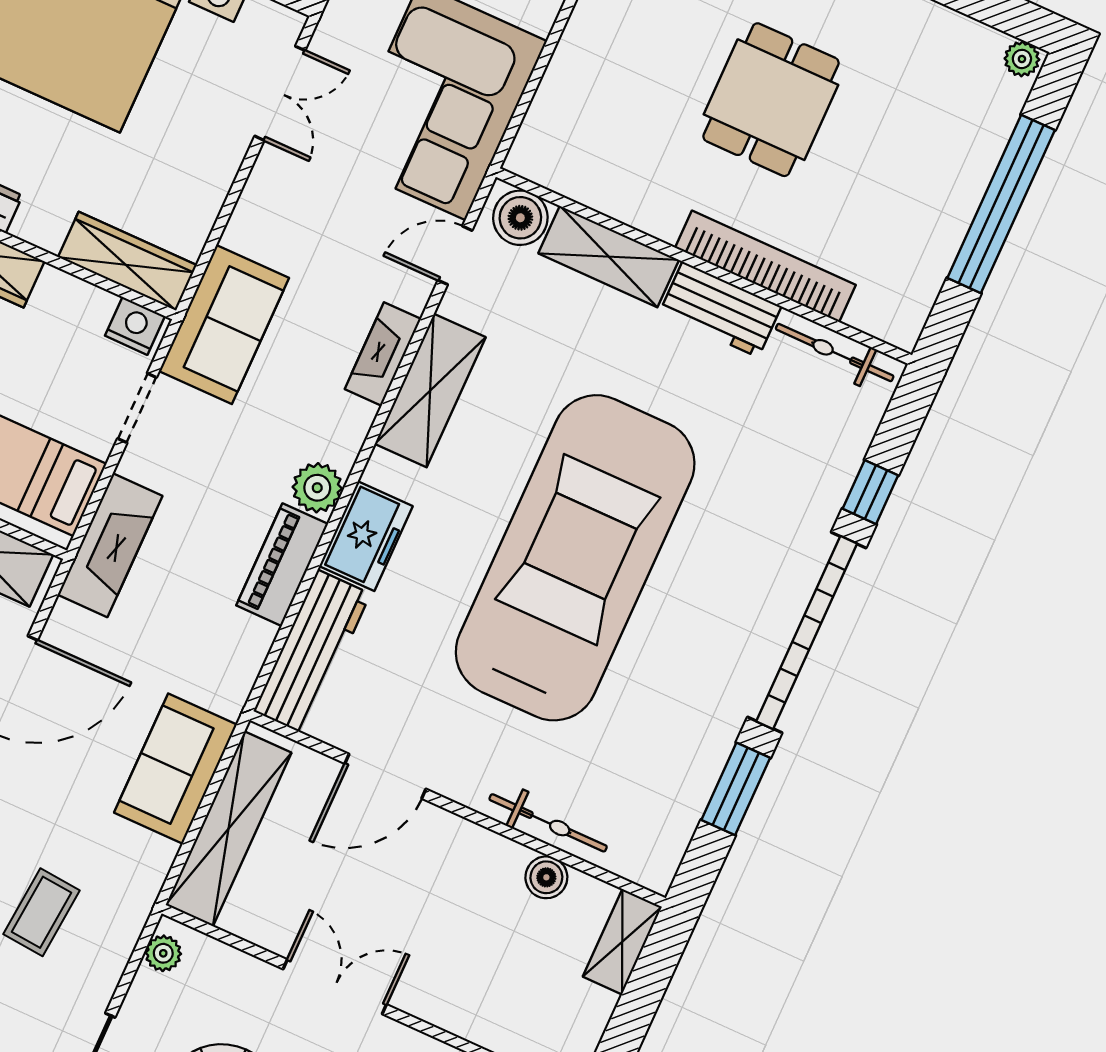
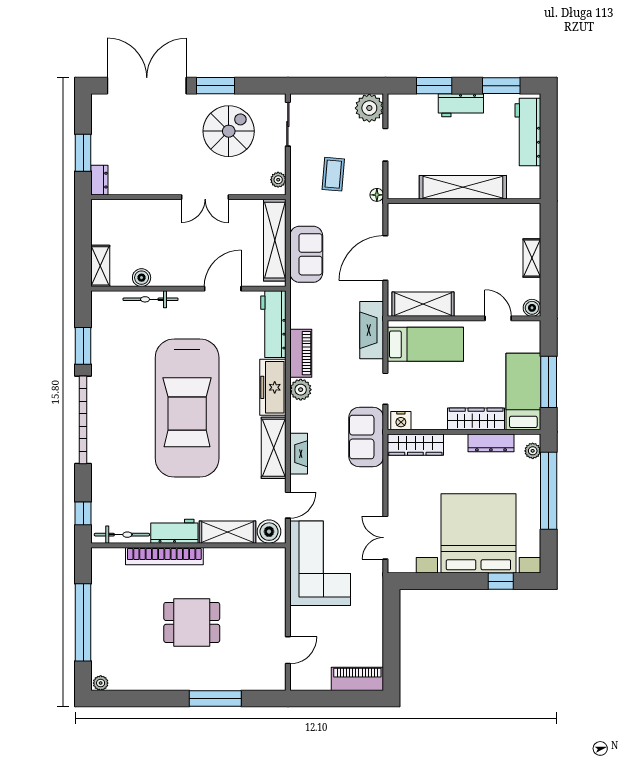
dining table: (771, 100) -> (192, 622), turned 90
window: (870, 492) -> (83, 513), moved
freezer: (366, 536) -> (273, 387), width x1.40

